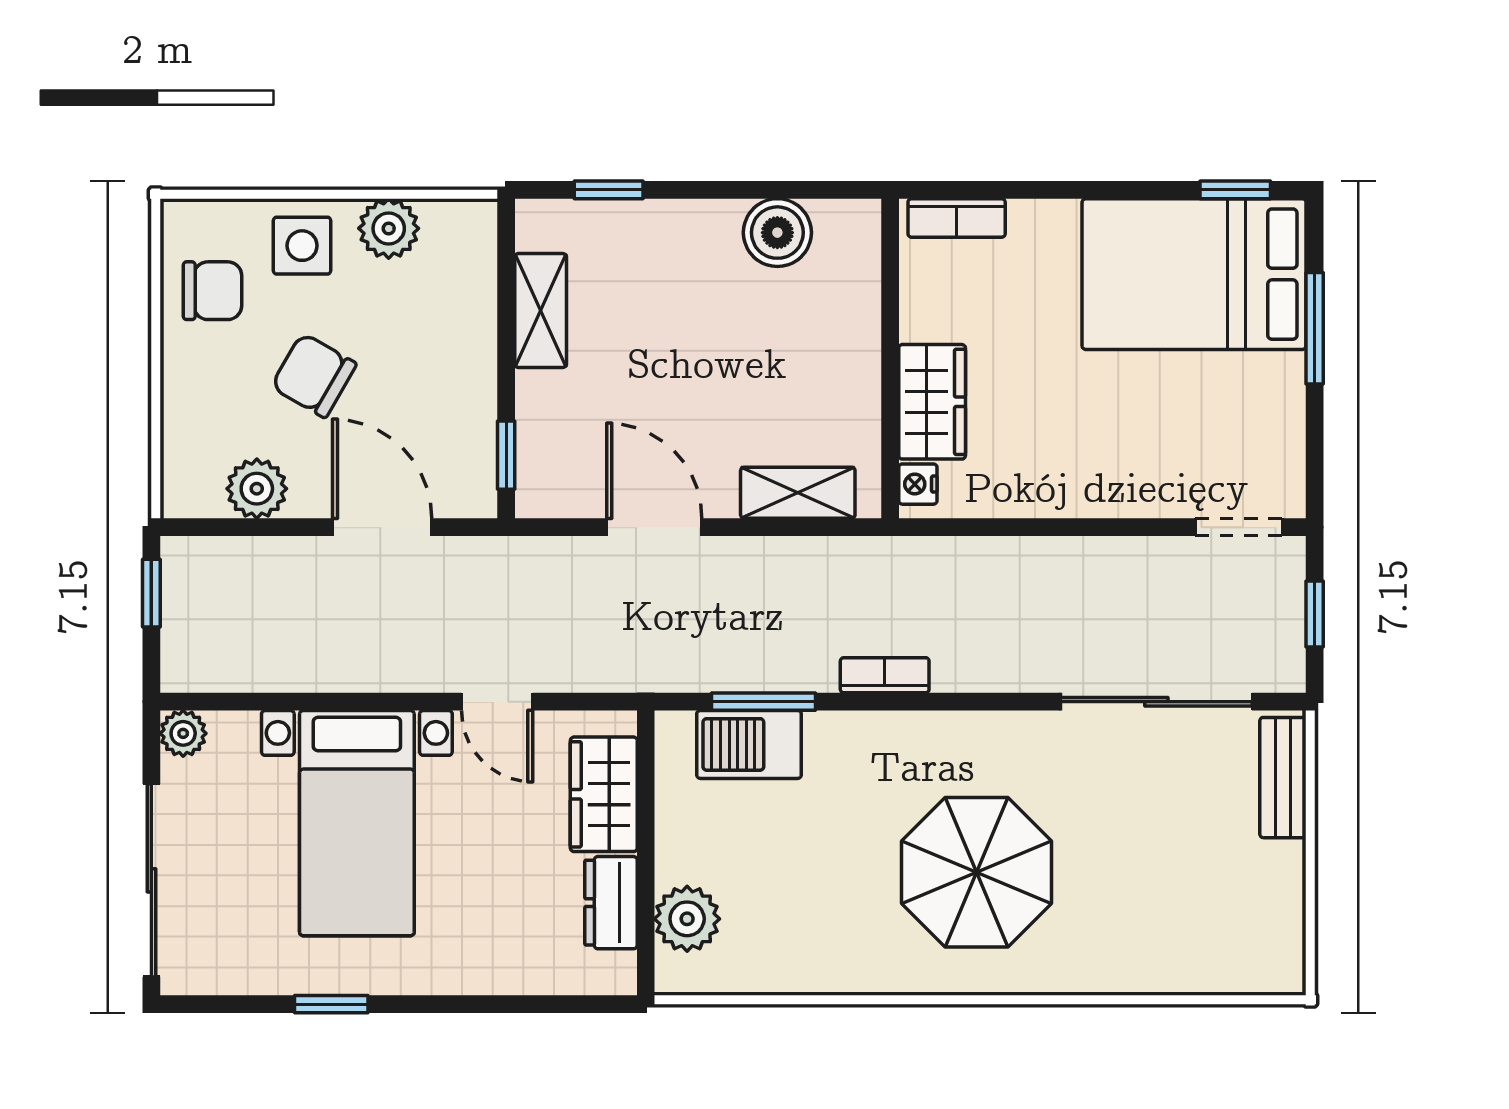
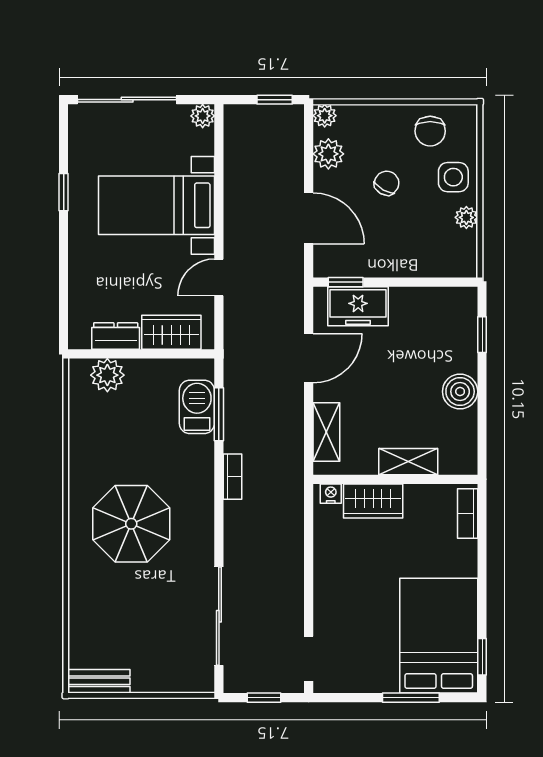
plant: (389, 228) -> (466, 217), width x0.73, depth x0.73
boiler: (777, 233) -> (460, 392), moved
shelving: (541, 311) -> (408, 462), moved
chair: (314, 375) -> (387, 183), width x0.73, depth x0.73
freezer: (553, 431) -> (358, 306), added
plant: (183, 496) -> (325, 116), added
door: (382, 527) -> (309, 218), hinge flipped
bench: (1283, 778) -> (99, 681), moved

